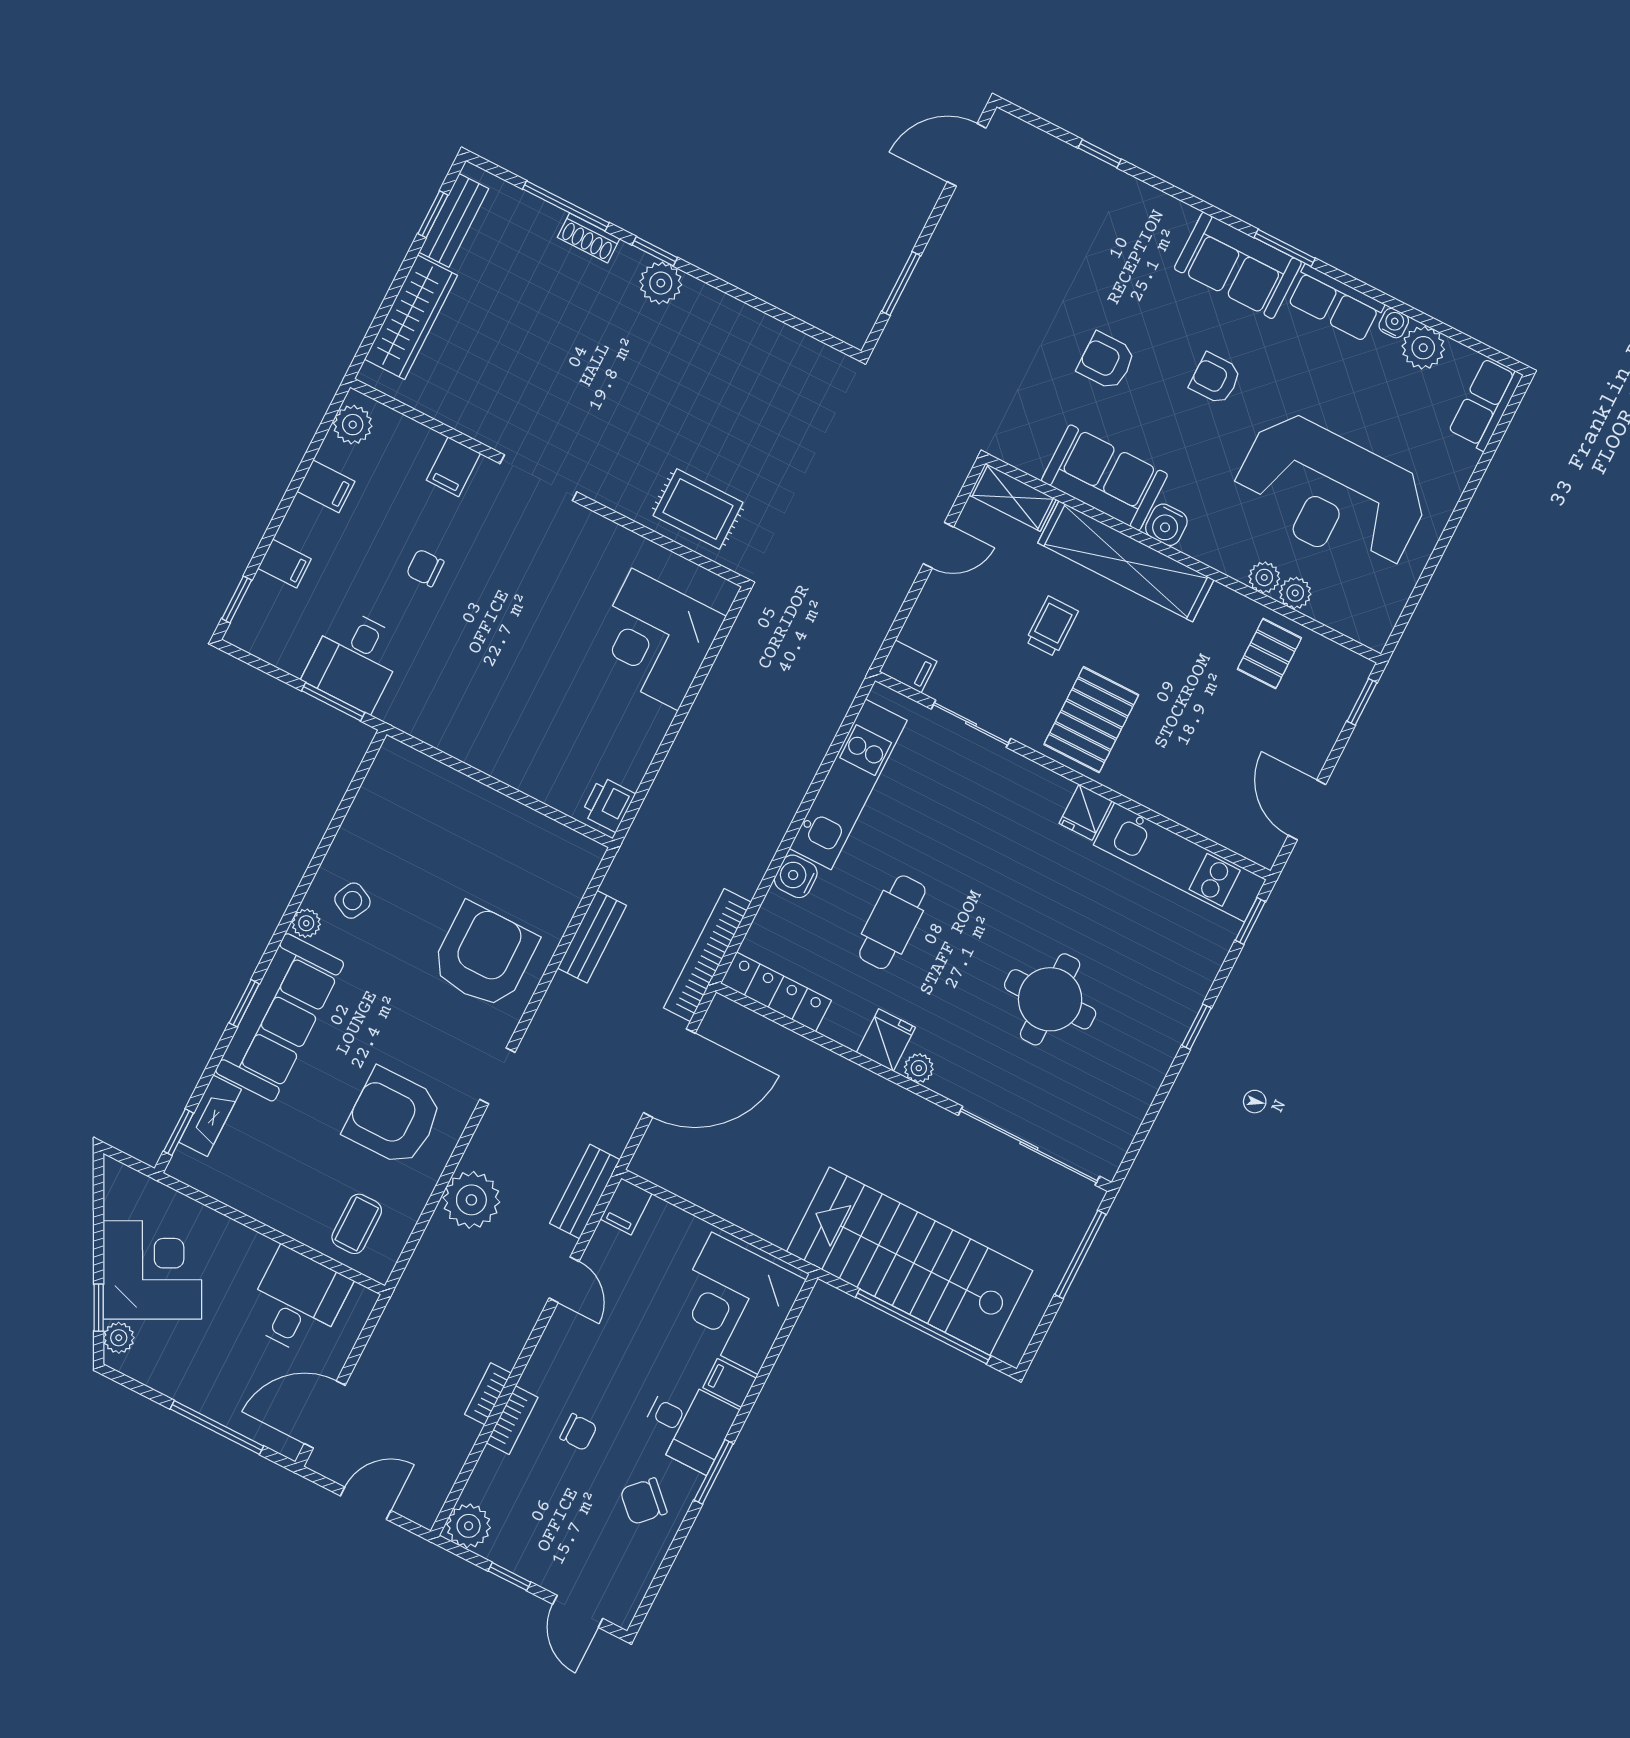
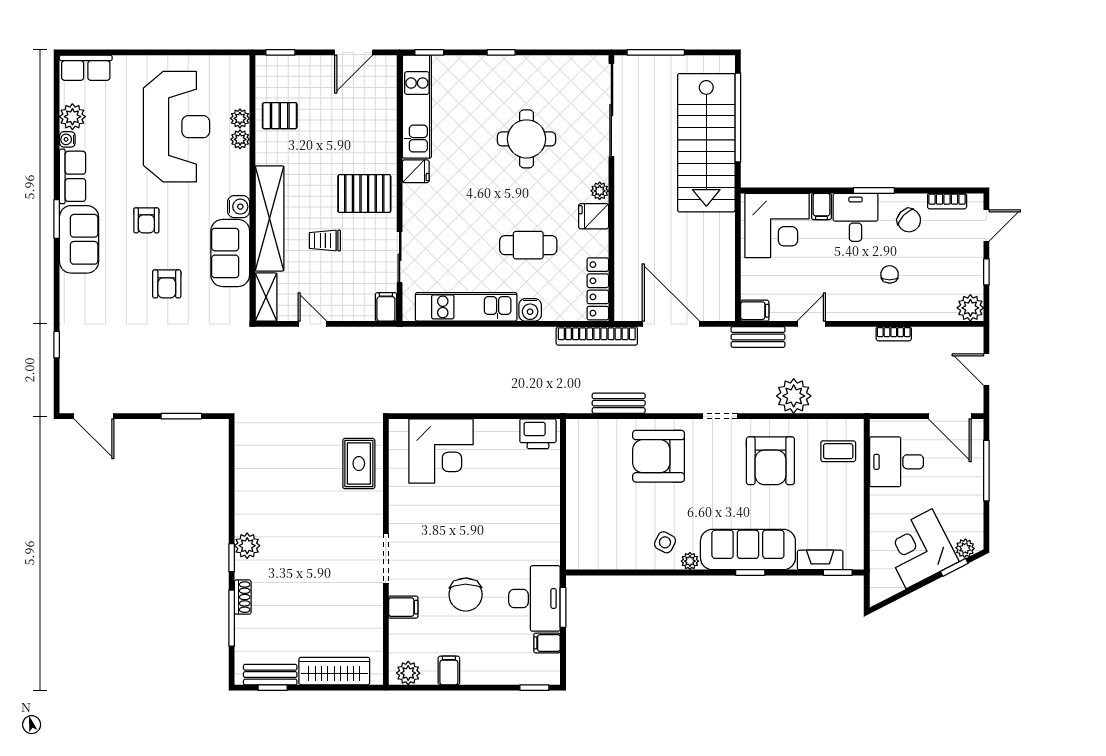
filing cabinet: (285, 564) -> (547, 643), moved, turned -90
chair: (425, 568) -> (466, 595), width x1.87, depth x1.87
desk: (355, 660) -> (534, 598), width x1.37
printer: (608, 804) -> (538, 434), width x1.36, depth x1.24
bookcase: (512, 1420) -> (947, 201), moved, turned 180

